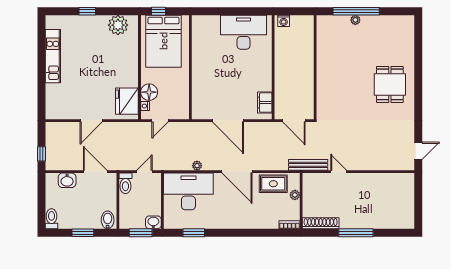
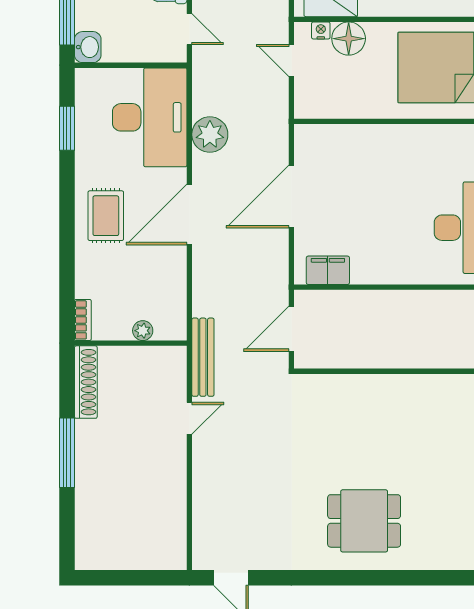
plant: (197, 166) -> (210, 135), width x1.87, depth x1.87
rug: (273, 184) -> (106, 216), moved

